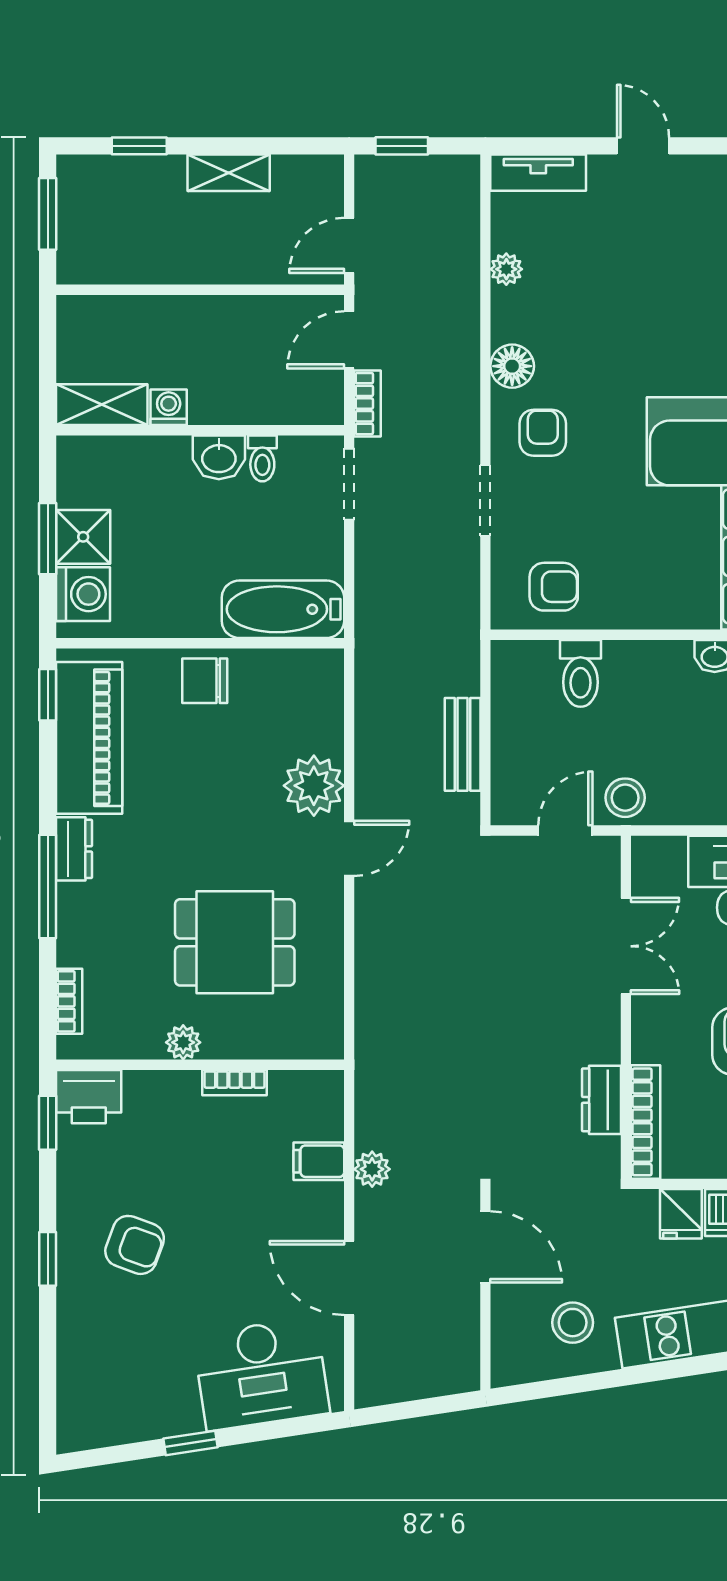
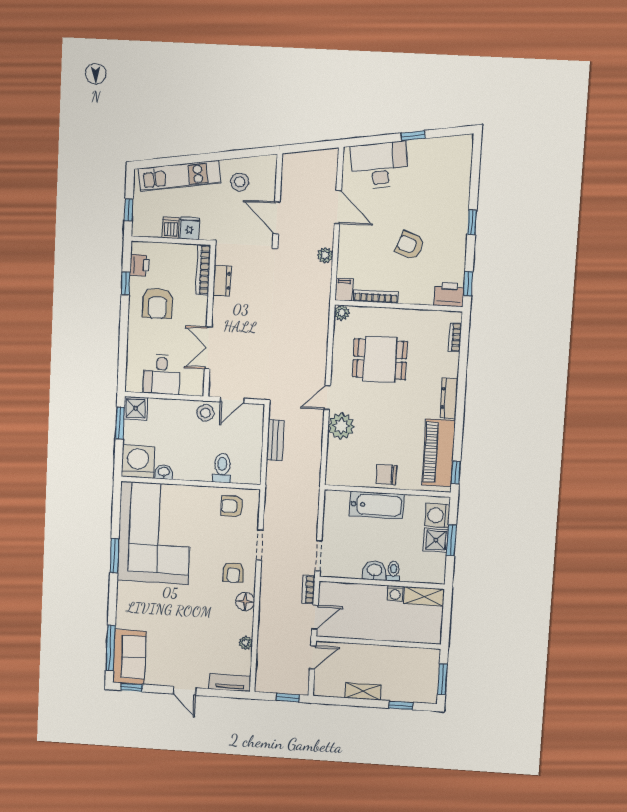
toilet: (262, 458) -> (393, 571), moved
bathtub: (283, 609) -> (377, 505), moved
chair: (205, 681) -> (386, 475), turned 180
dresser: (74, 849) -> (449, 398), width x1.44
window: (48, 887) -> (461, 388), removed
plant: (183, 1042) -> (342, 313), moved
bookcase: (235, 1083) -> (376, 297), width x1.56
filing cabinet: (319, 1161) -> (344, 289), moved, turned -90
armchair: (135, 1245) -> (410, 245), moved

